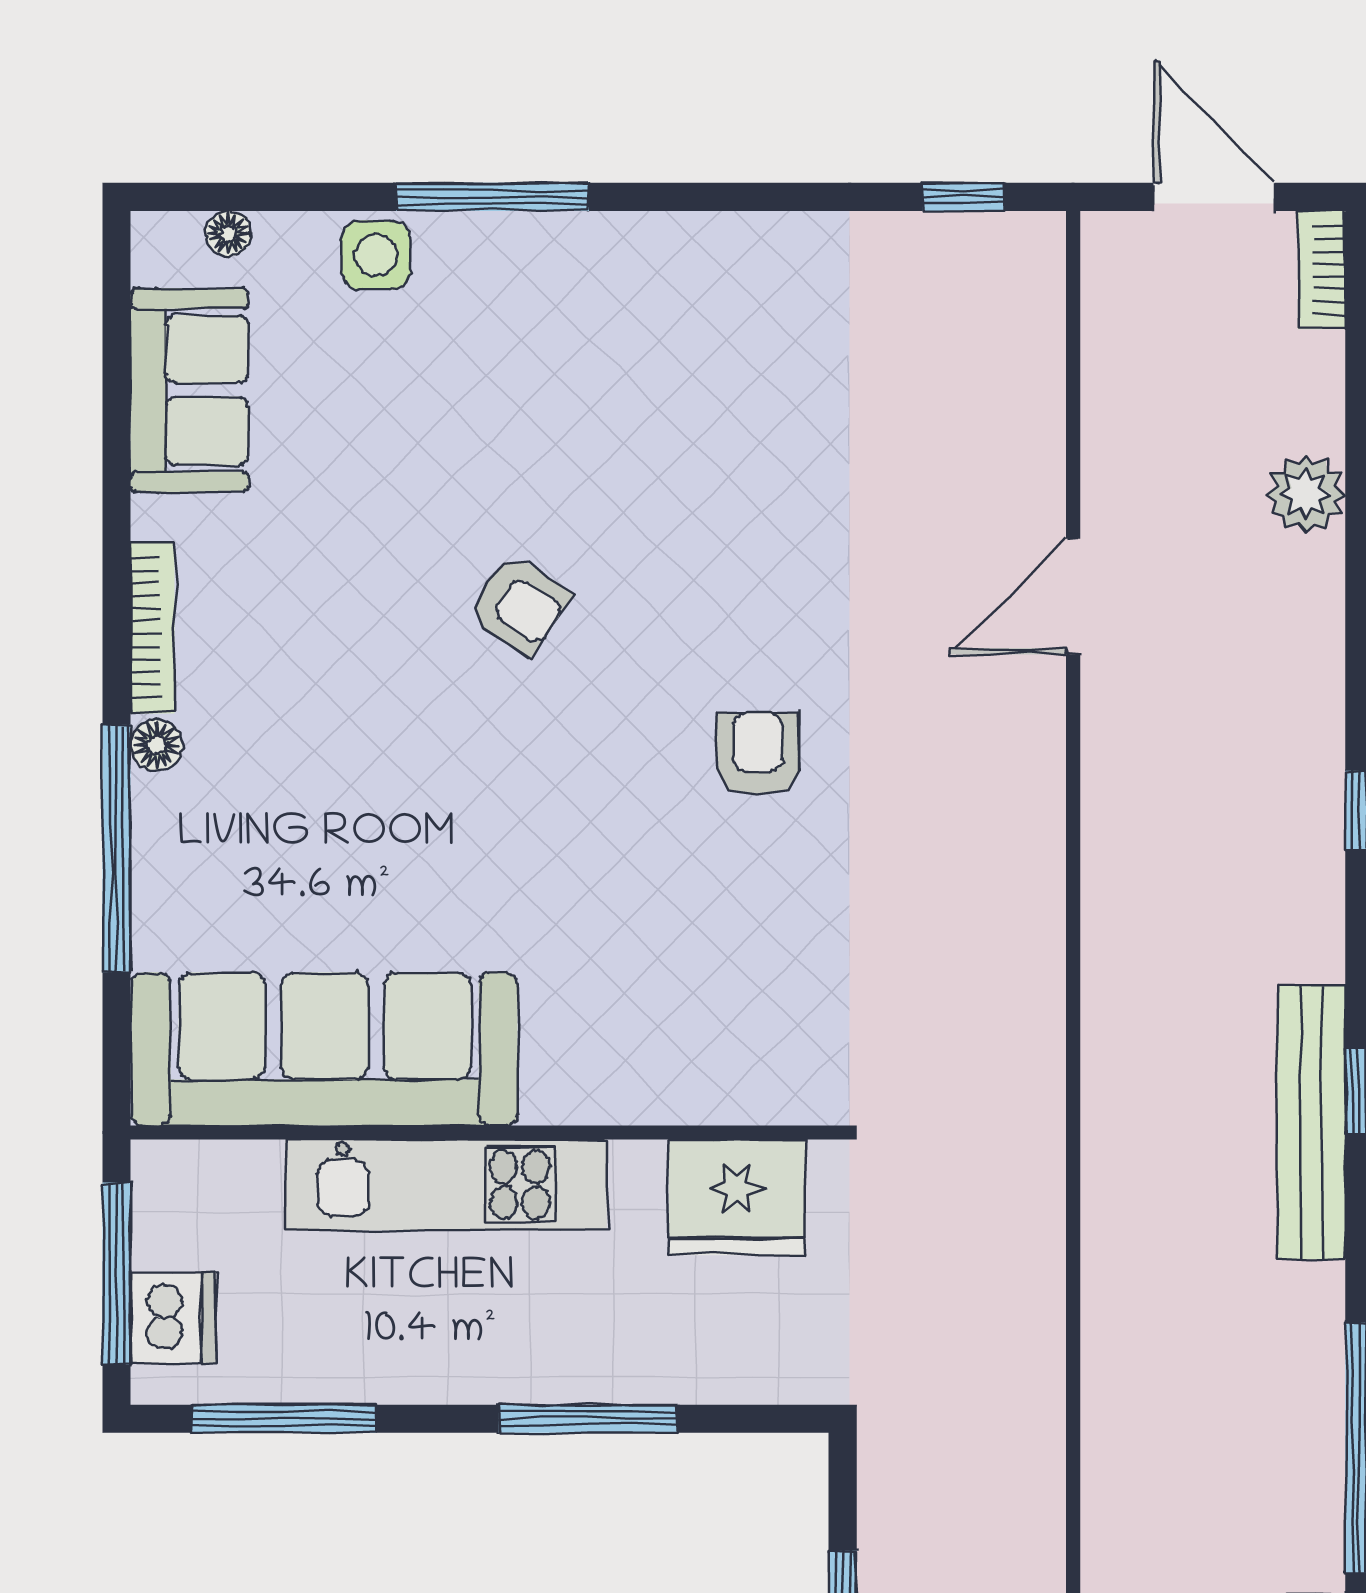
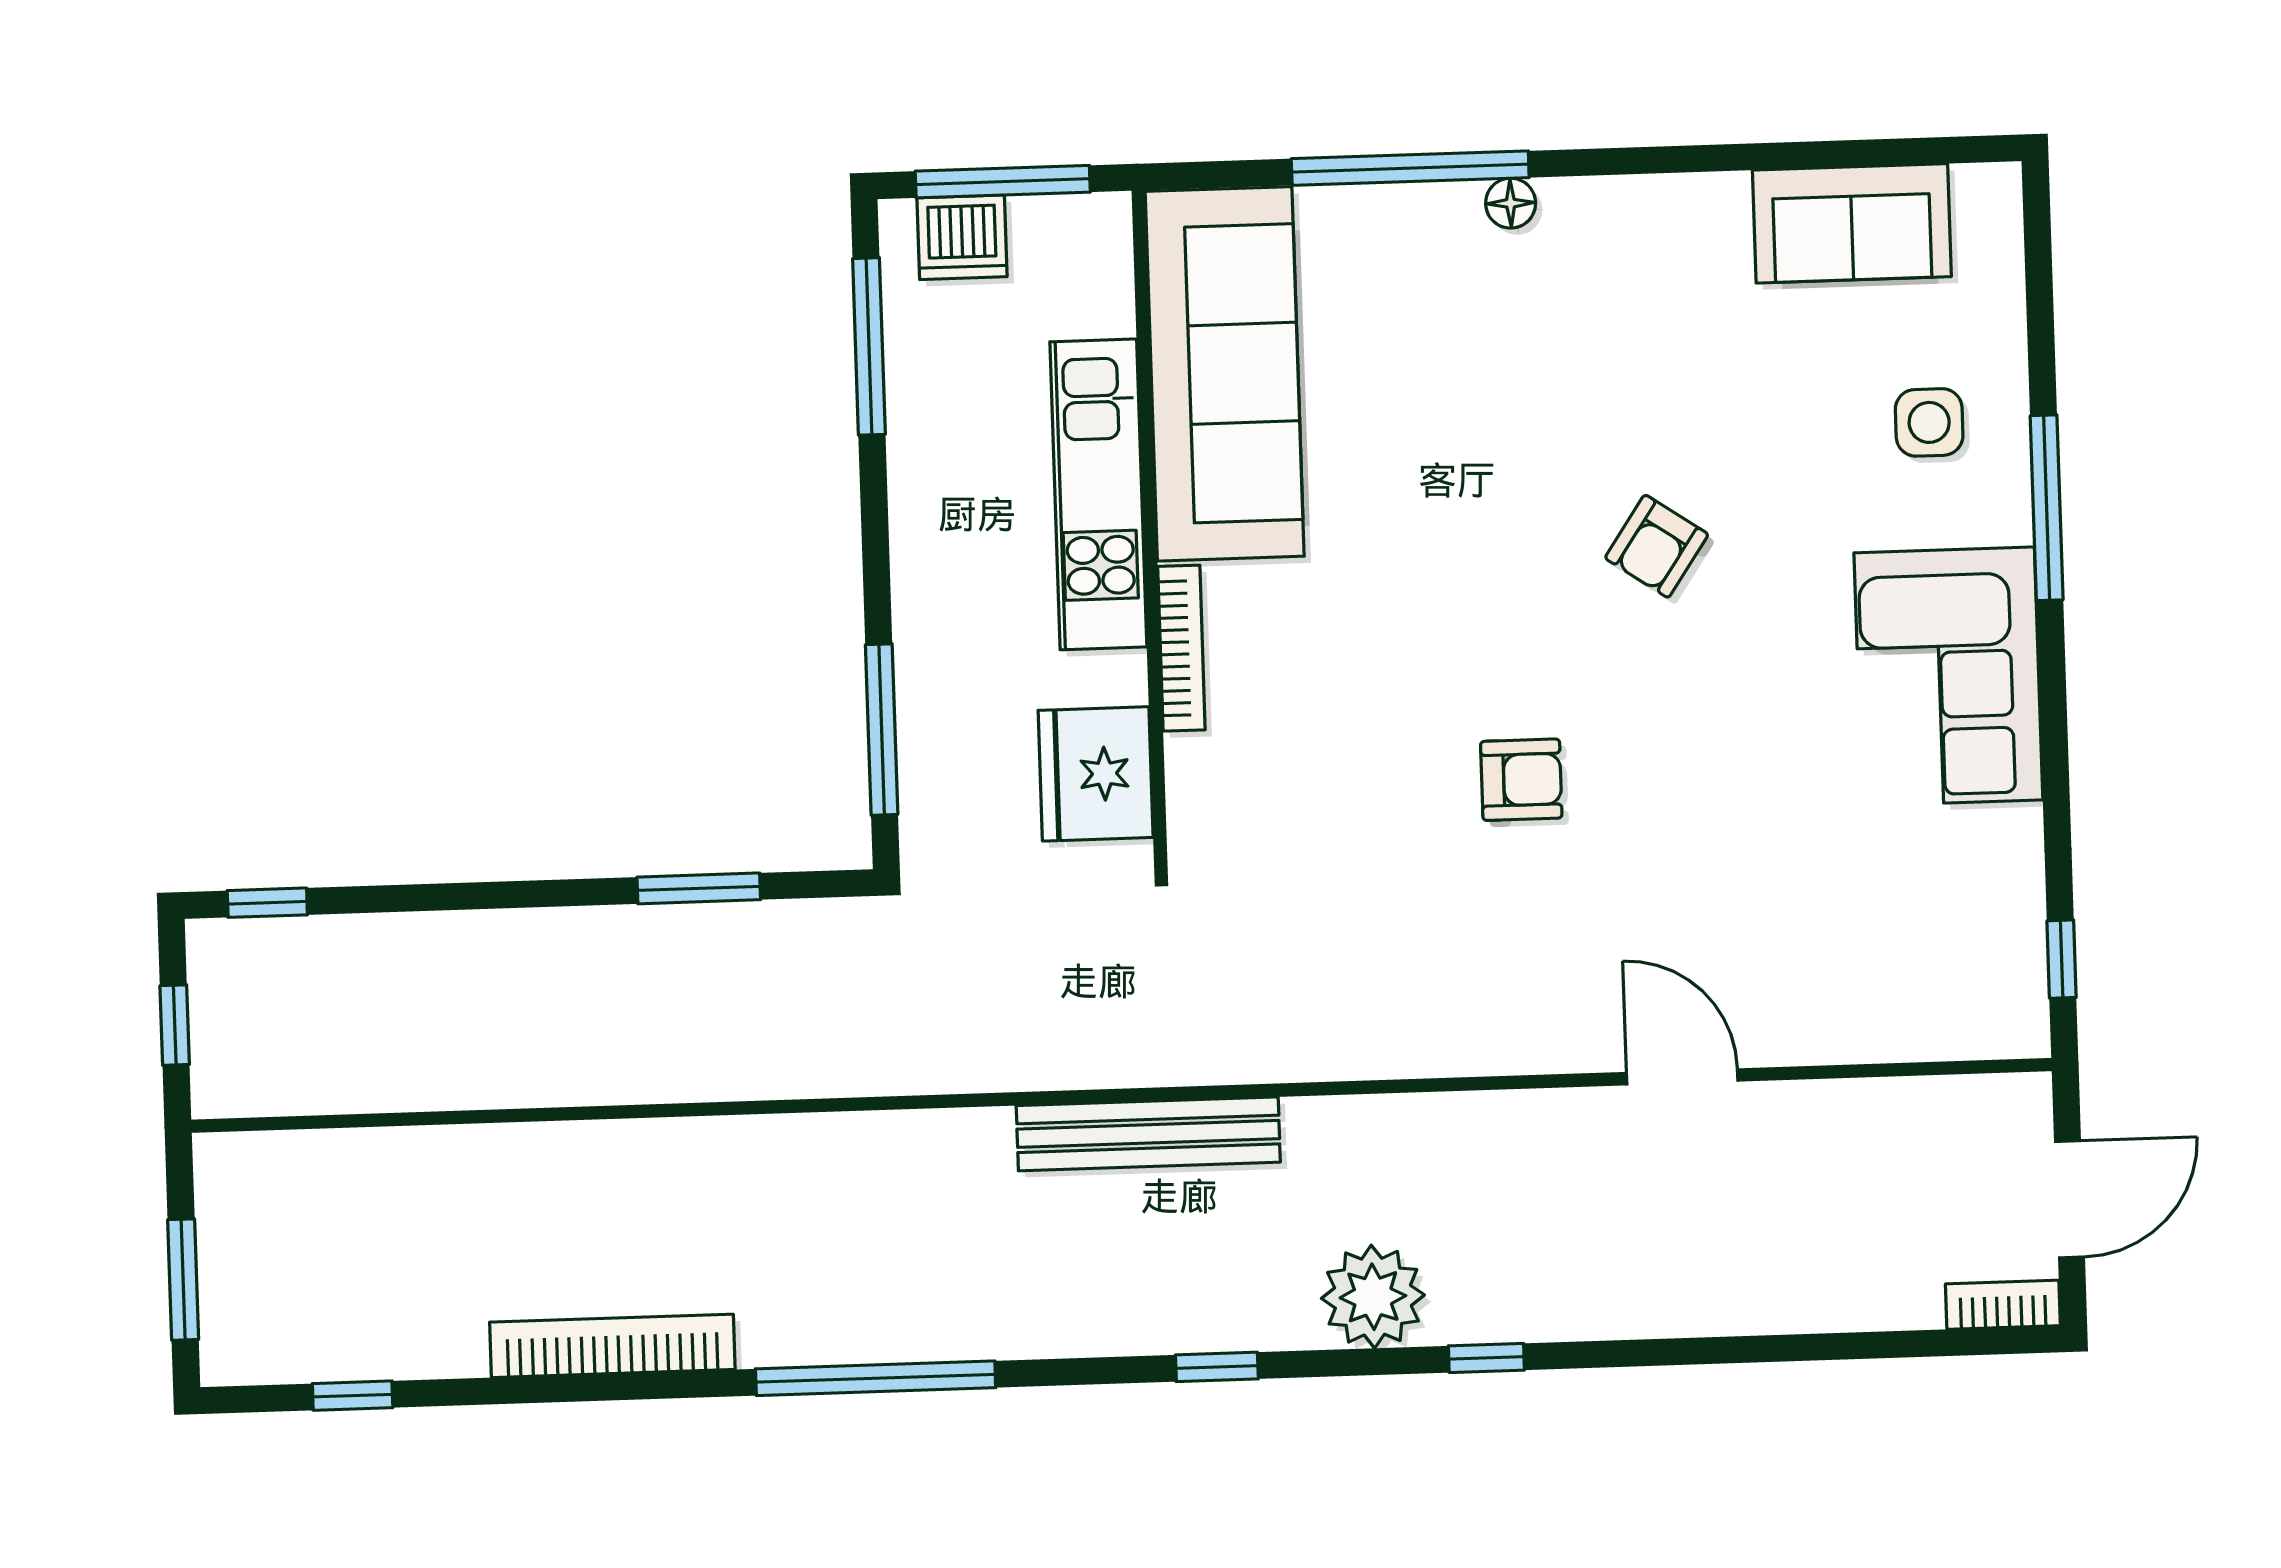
floor lamp: (228, 234) -> (2003, 256), removed
side table: (376, 255) -> (1929, 422), moved
corner sofa: (665, 305) -> (1948, 676), added
plant: (1306, 494) -> (1373, 1297), moved, width x1.36, depth x1.36
bookcase: (152, 627) -> (1181, 648), moved, turned -90
bench: (1311, 1122) -> (1148, 1134), moved
window: (588, 1419) -> (882, 730), moved

